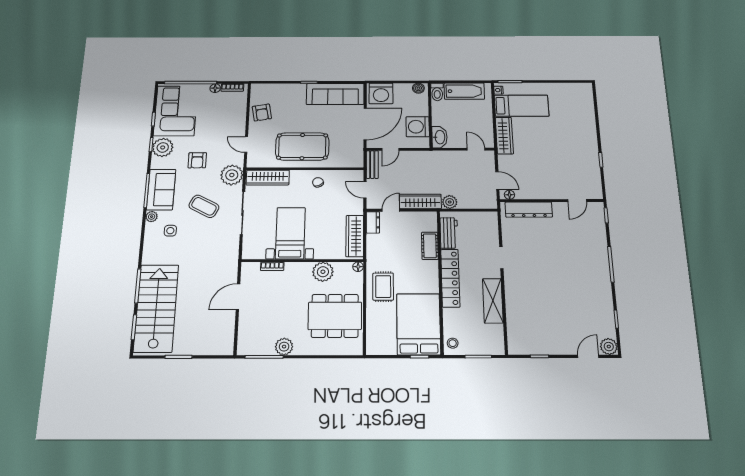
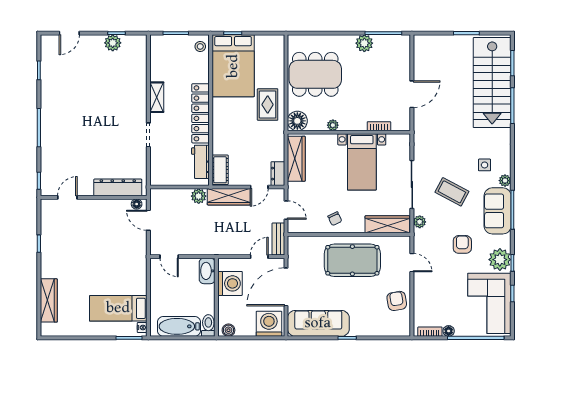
wardrobe: (504, 136) -> (49, 300), moved, turned 180
plant: (232, 175) -> (420, 222), width x0.53, depth x0.53
cot: (430, 246) -> (220, 170), moved
floor lamp: (358, 267) -> (297, 121), width x1.89, depth x1.89
plant: (323, 272) -> (333, 125), width x0.53, depth x0.53
shelving: (493, 301) -> (157, 97), width x0.67, depth x0.75
plant: (609, 347) -> (113, 43), moved

